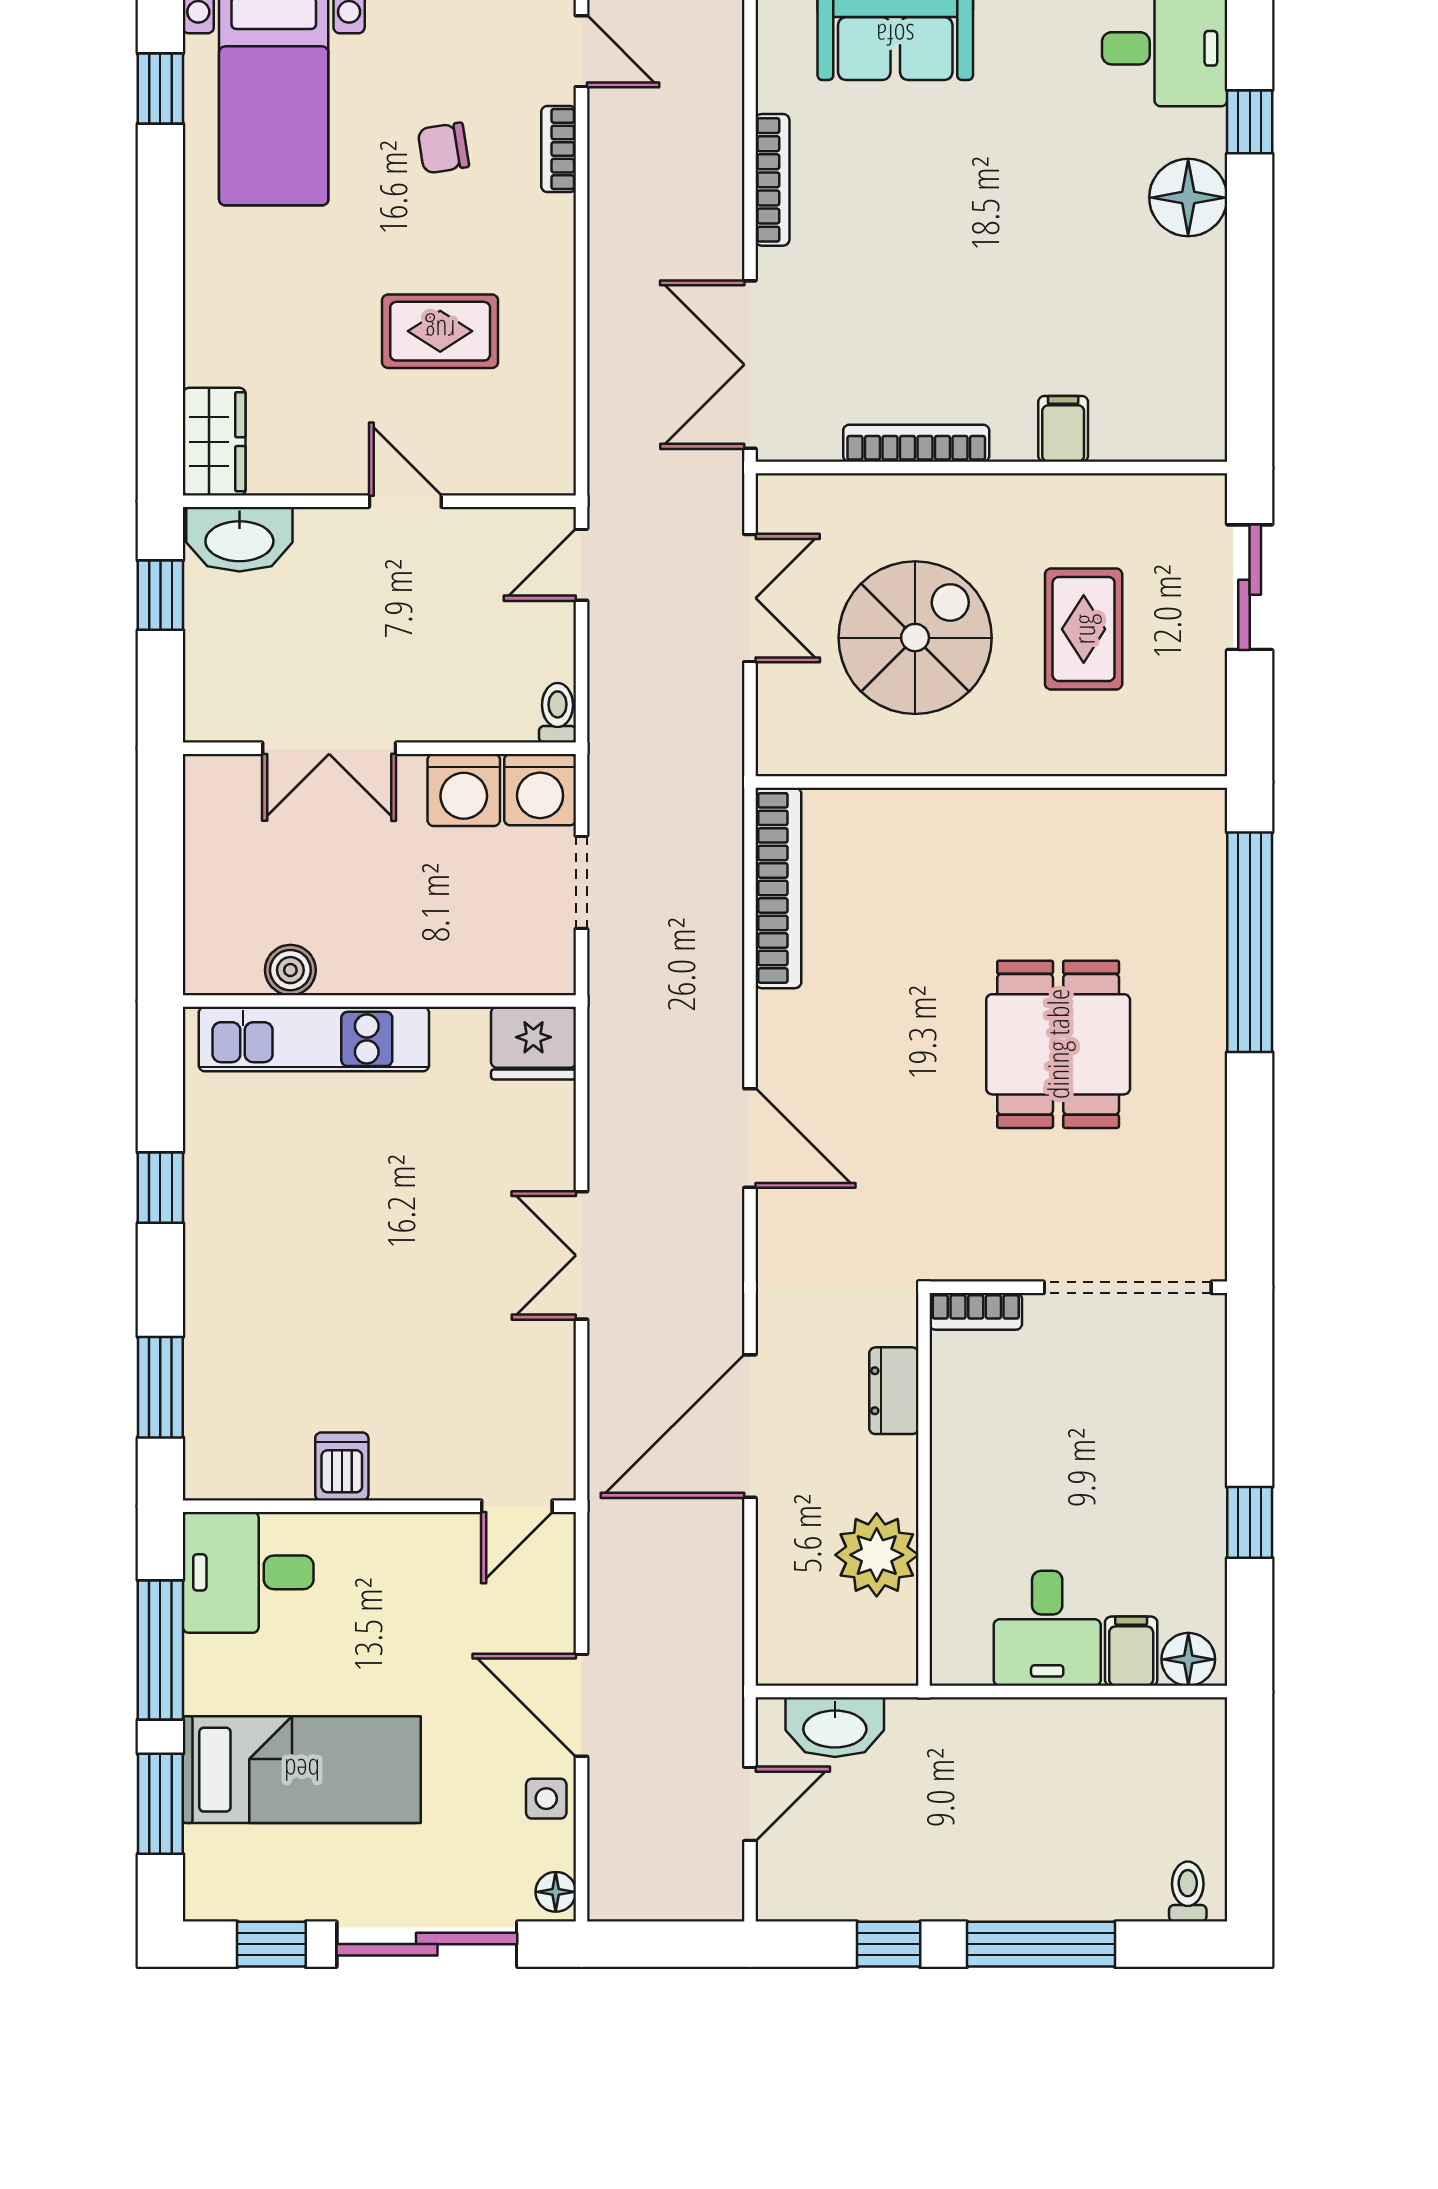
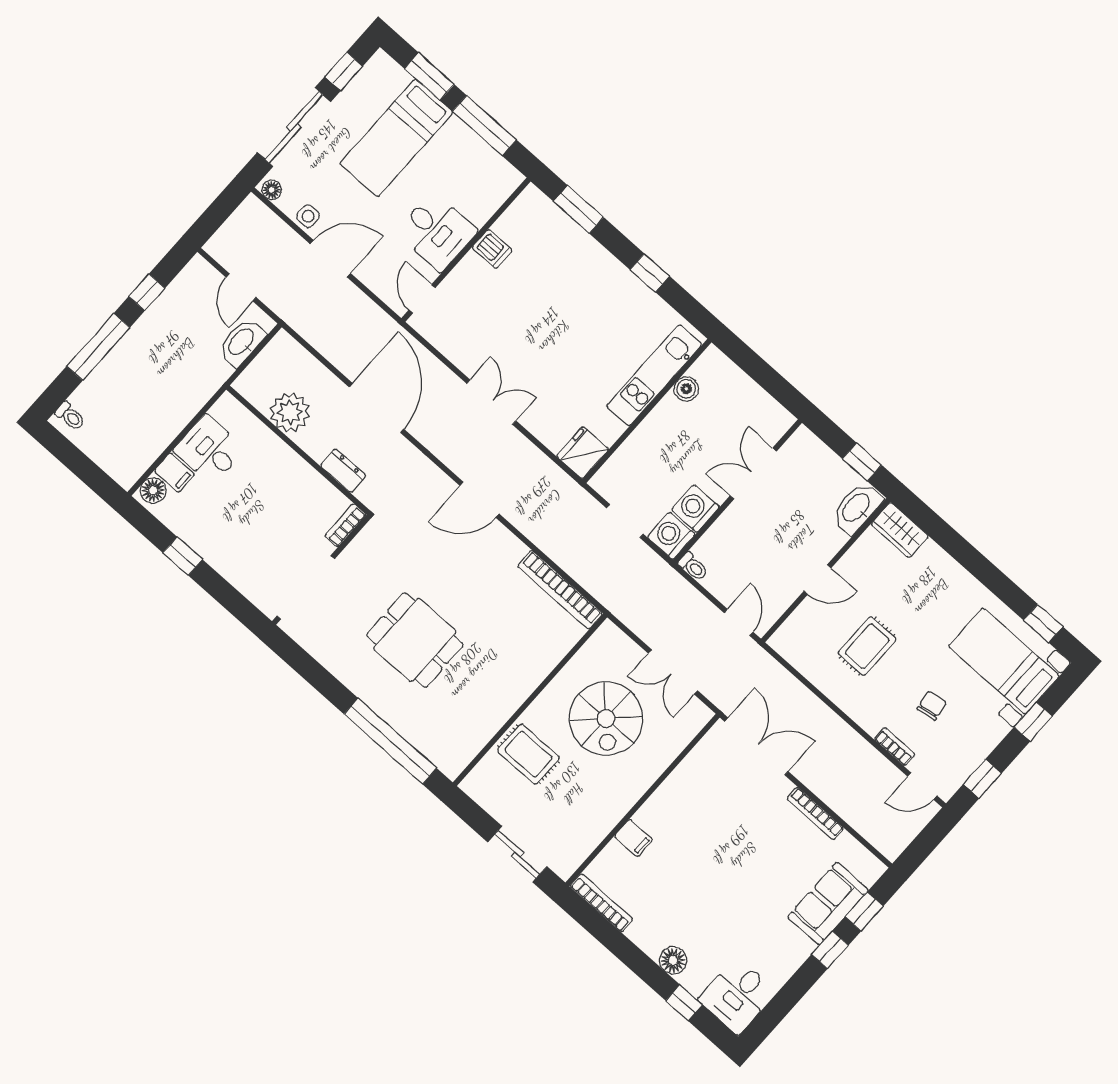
floor lamp: (1188, 198) -> (673, 960), width x0.73, depth x0.73
bookcase: (916, 443) -> (601, 903), moved, turned -90
rug: (1084, 629) -> (528, 754), moved
desk: (248, 1572) -> (437, 232), moved, turned 90

